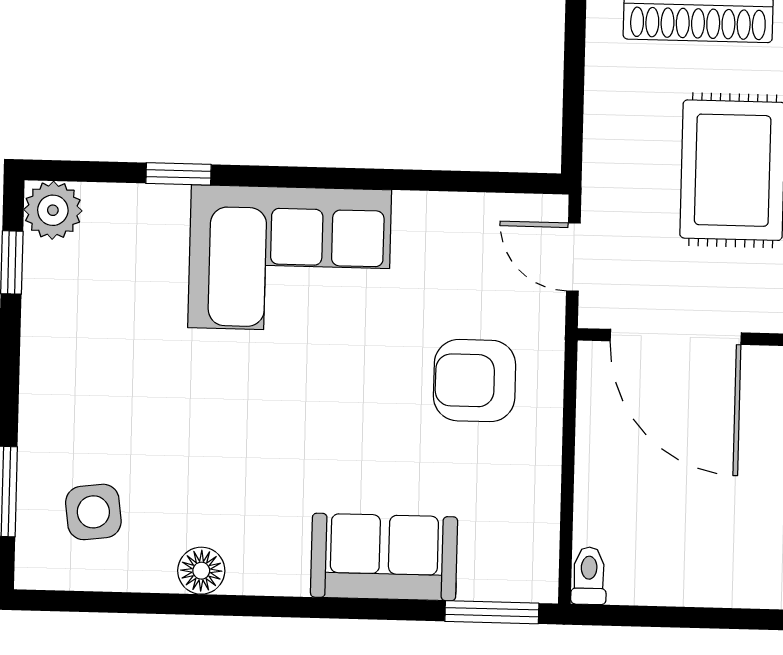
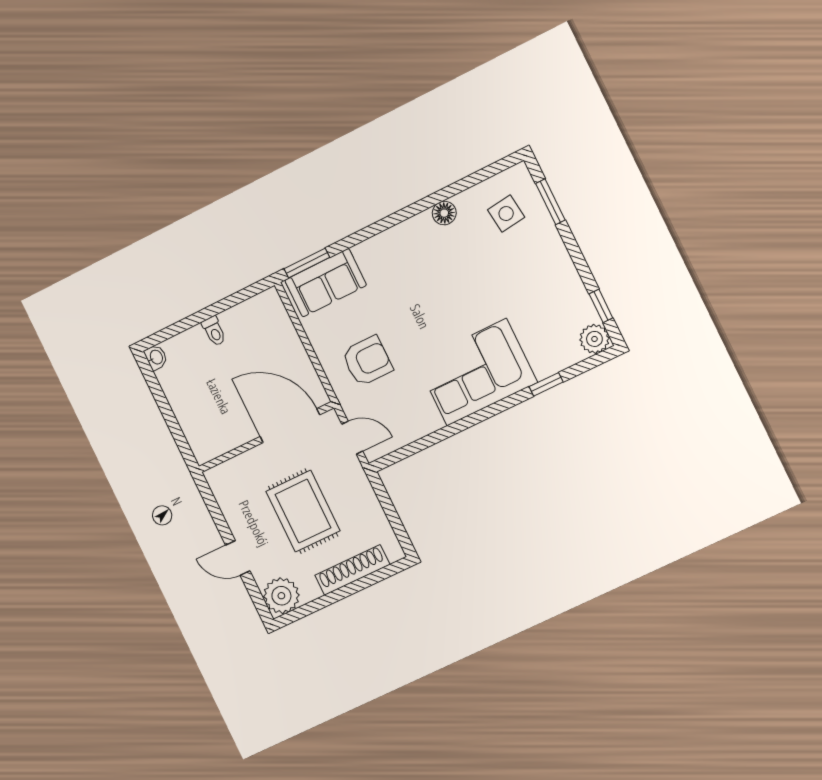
sofa: (384, 557) -> (326, 283), moved
toilet: (589, 576) -> (214, 331), moved

